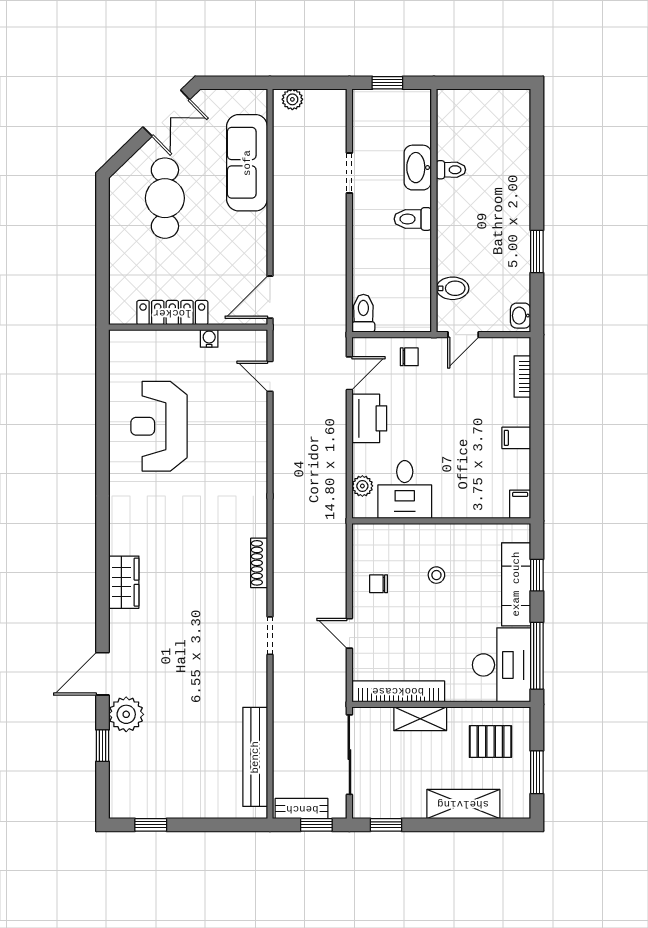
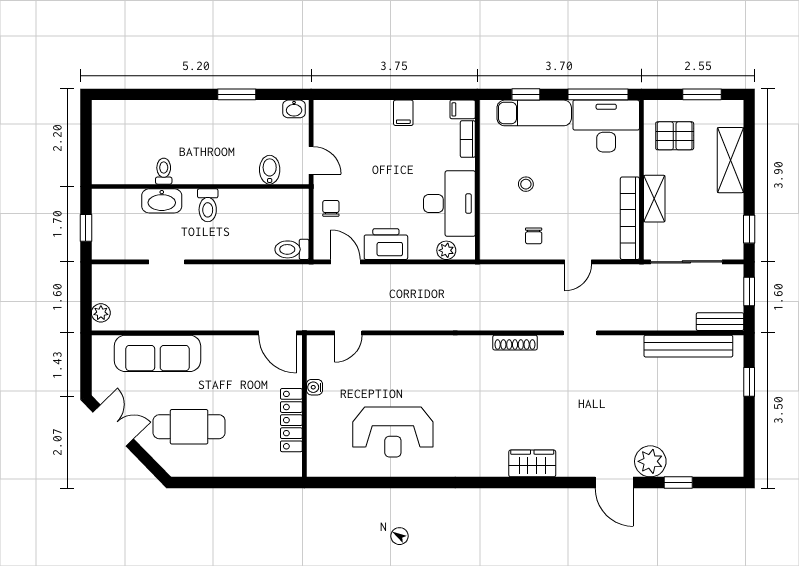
bookcase: (522, 377) -> (468, 139), moved, turned 90
desk: (405, 489) -> (449, 204), width x1.37
pallet: (490, 742) -> (675, 136), turned 90
bench: (302, 809) -> (720, 322), moved, turned 90
window: (151, 825) -> (749, 382), moved

